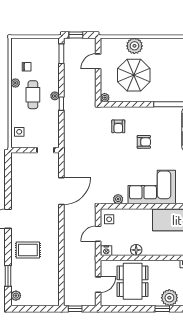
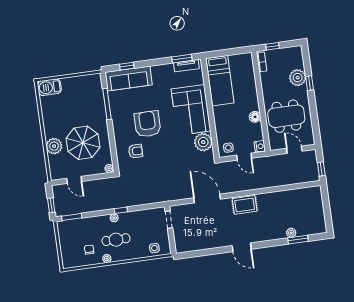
armchair: (144, 142) -> (147, 124), width x1.88, depth x1.88
plant: (118, 199) -> (203, 142), width x1.87, depth x1.87
rug: (28, 250) -> (245, 205), moved, turned 90
plant: (16, 296) -> (291, 233), moved

